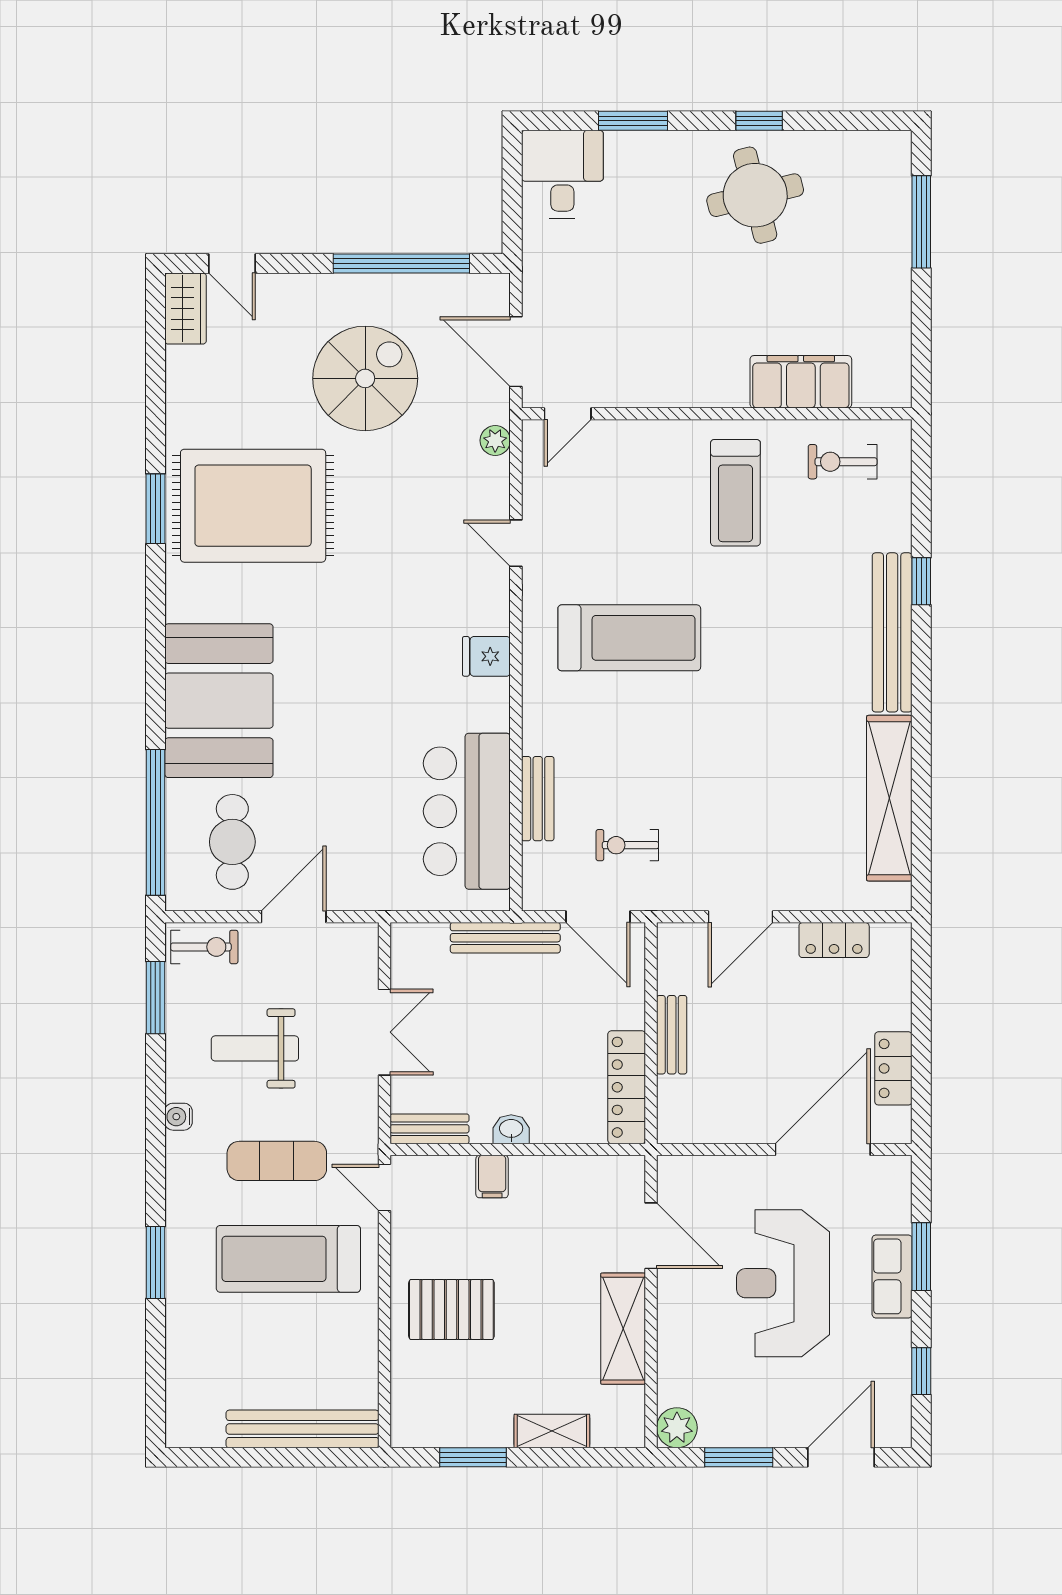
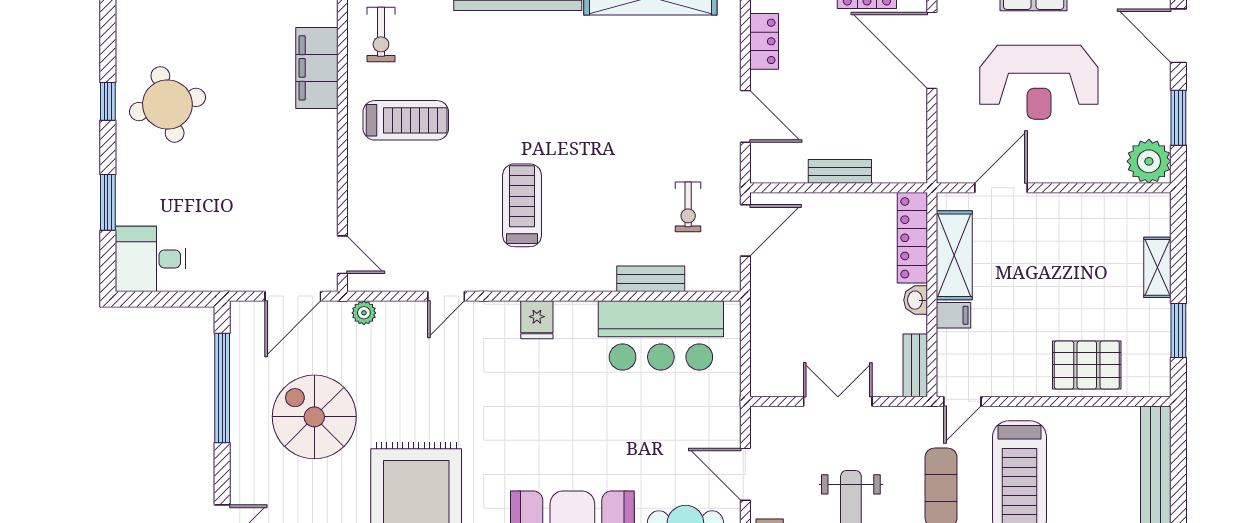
treadmill: (629, 638) -> (522, 205), width x0.73, depth x0.73
bench: (505, 938) -> (762, 305), removed
locker: (627, 1087) -> (912, 238), moved, turned 90
pallet: (451, 1309) -> (1087, 365), moved, turned 90
shelving: (623, 1329) -> (954, 255), moved, turned 90
plant: (677, 1428) -> (1149, 161), width x1.36, depth x1.36

